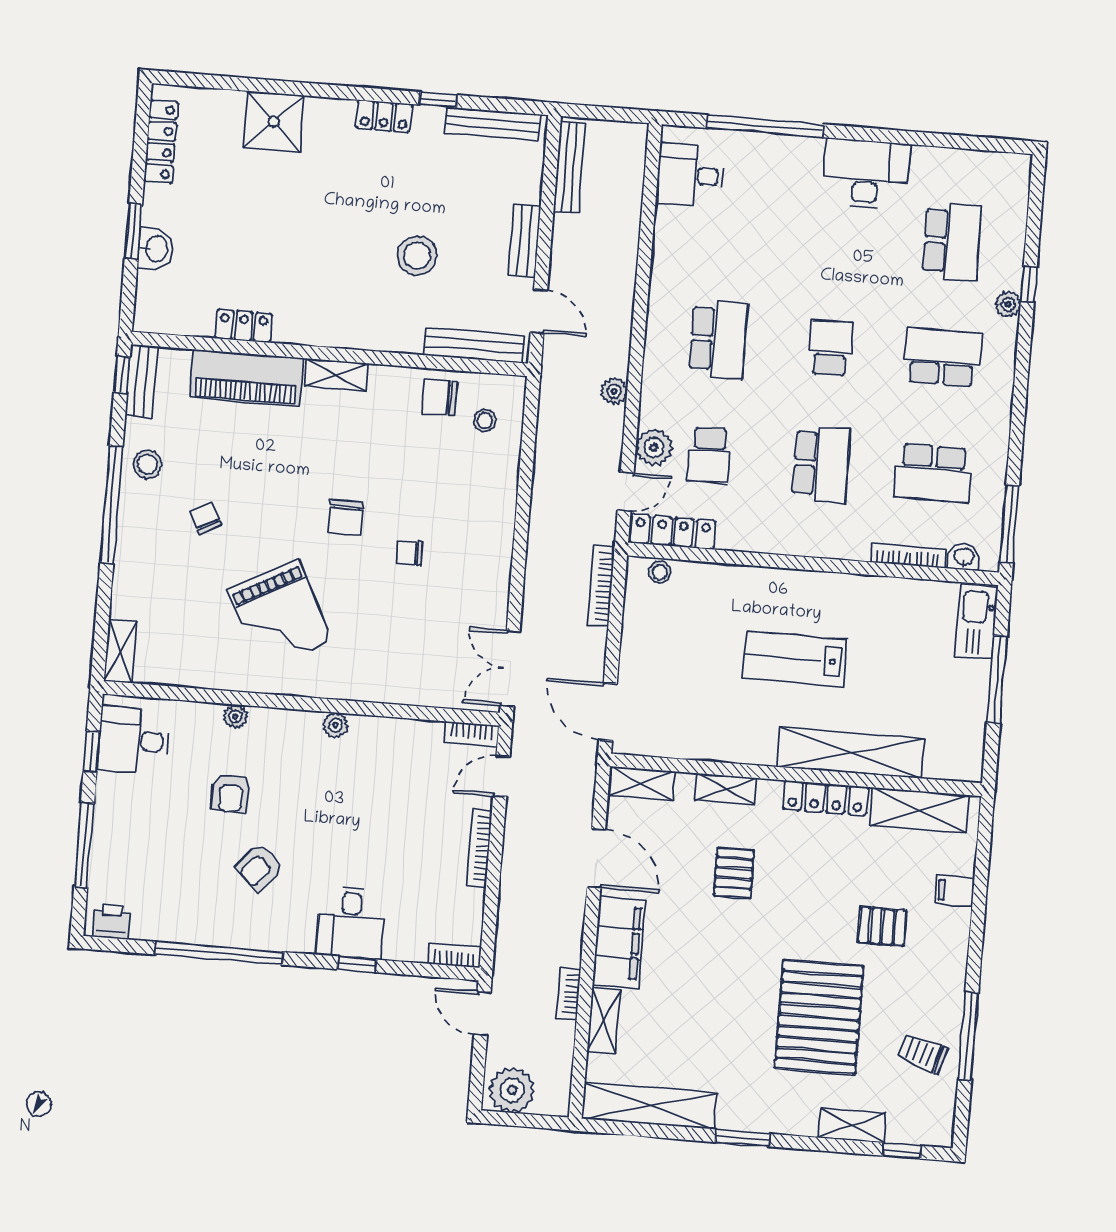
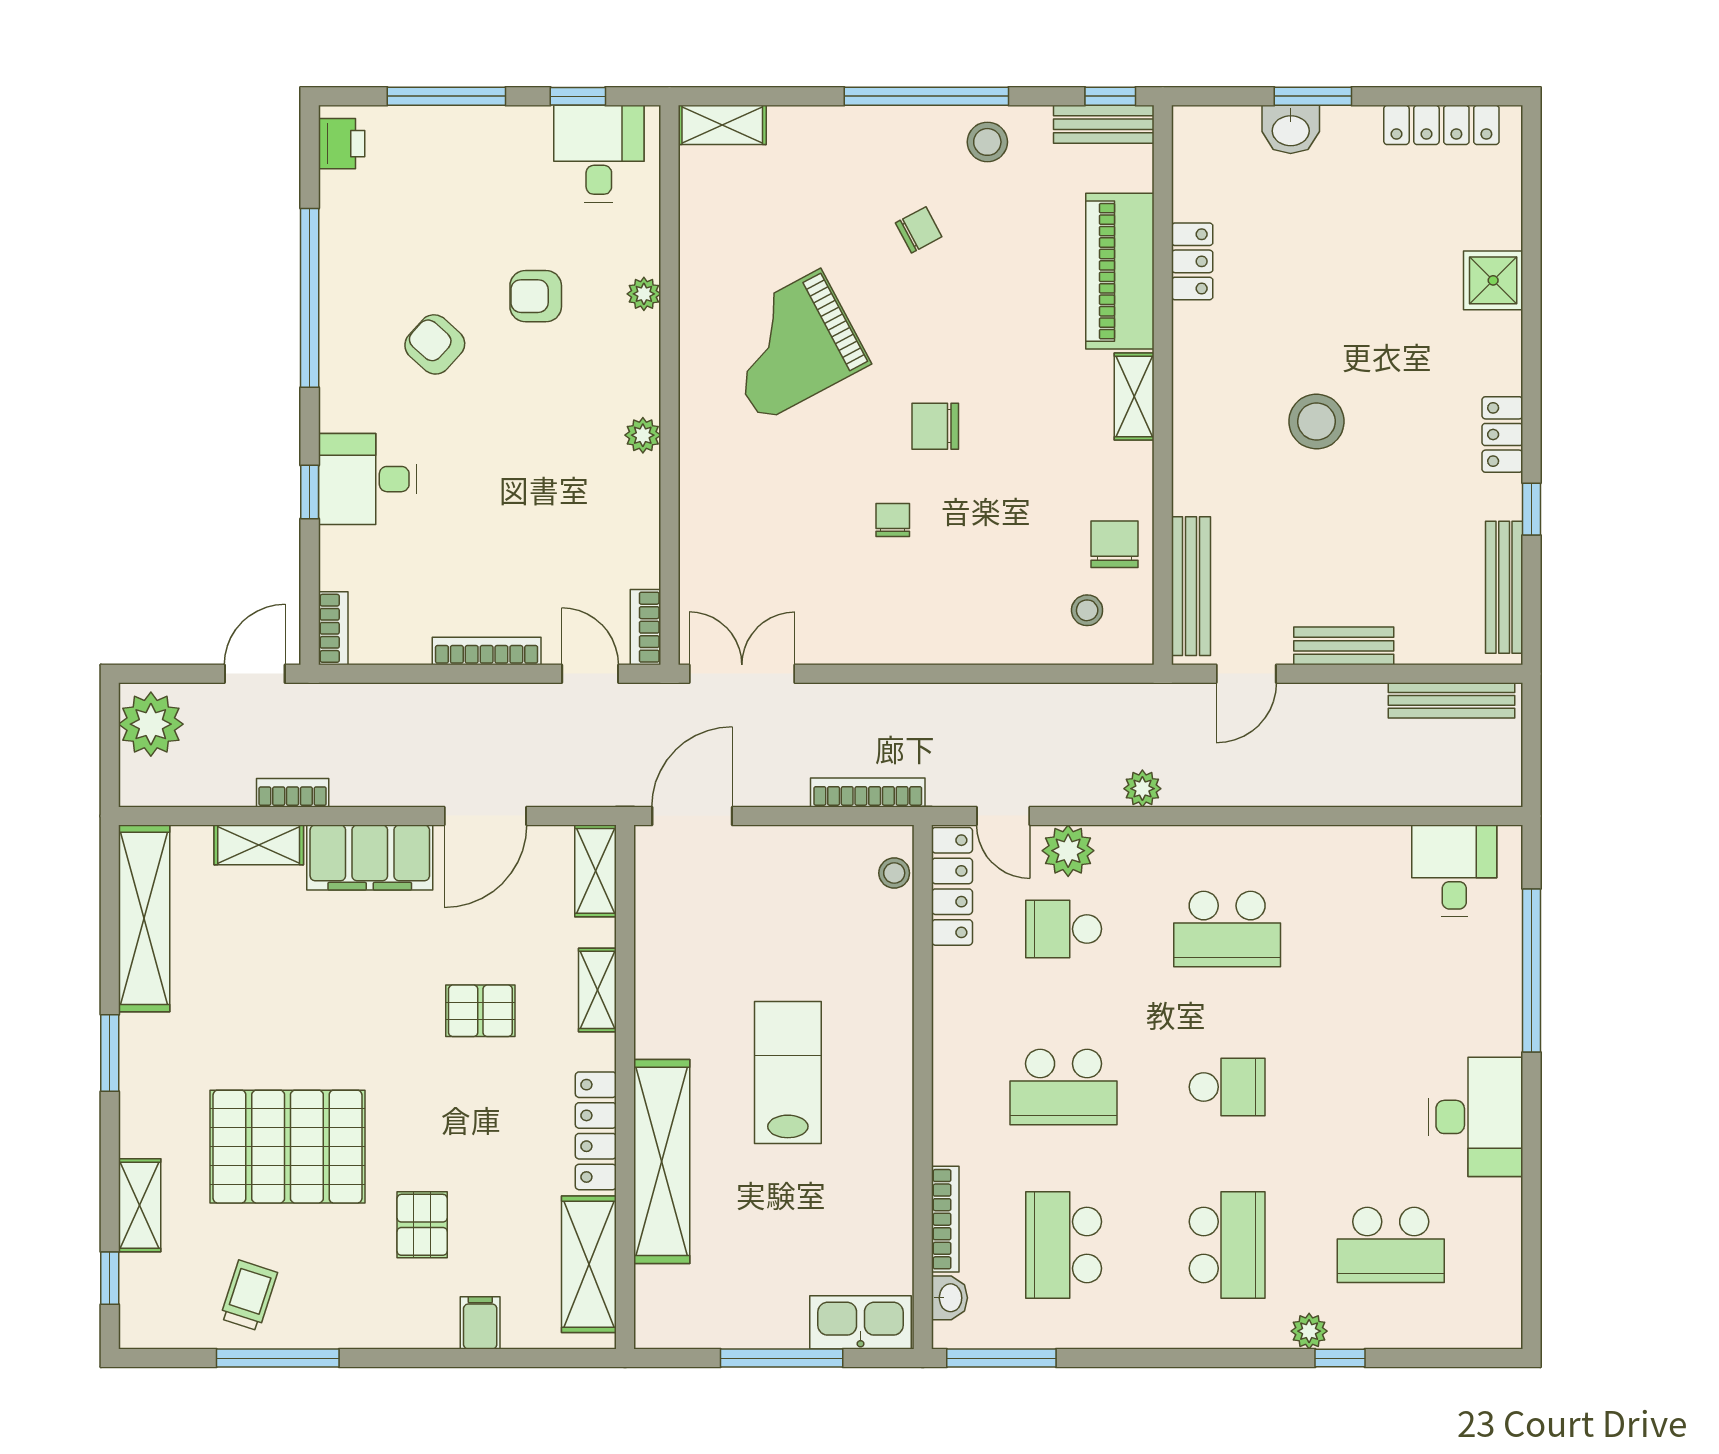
shower: (274, 122) -> (1493, 280), width x0.73, depth x0.73
stool: (417, 256) -> (1316, 421), moved

